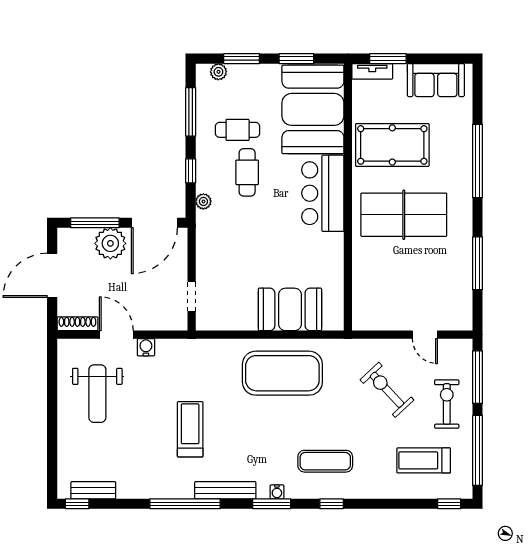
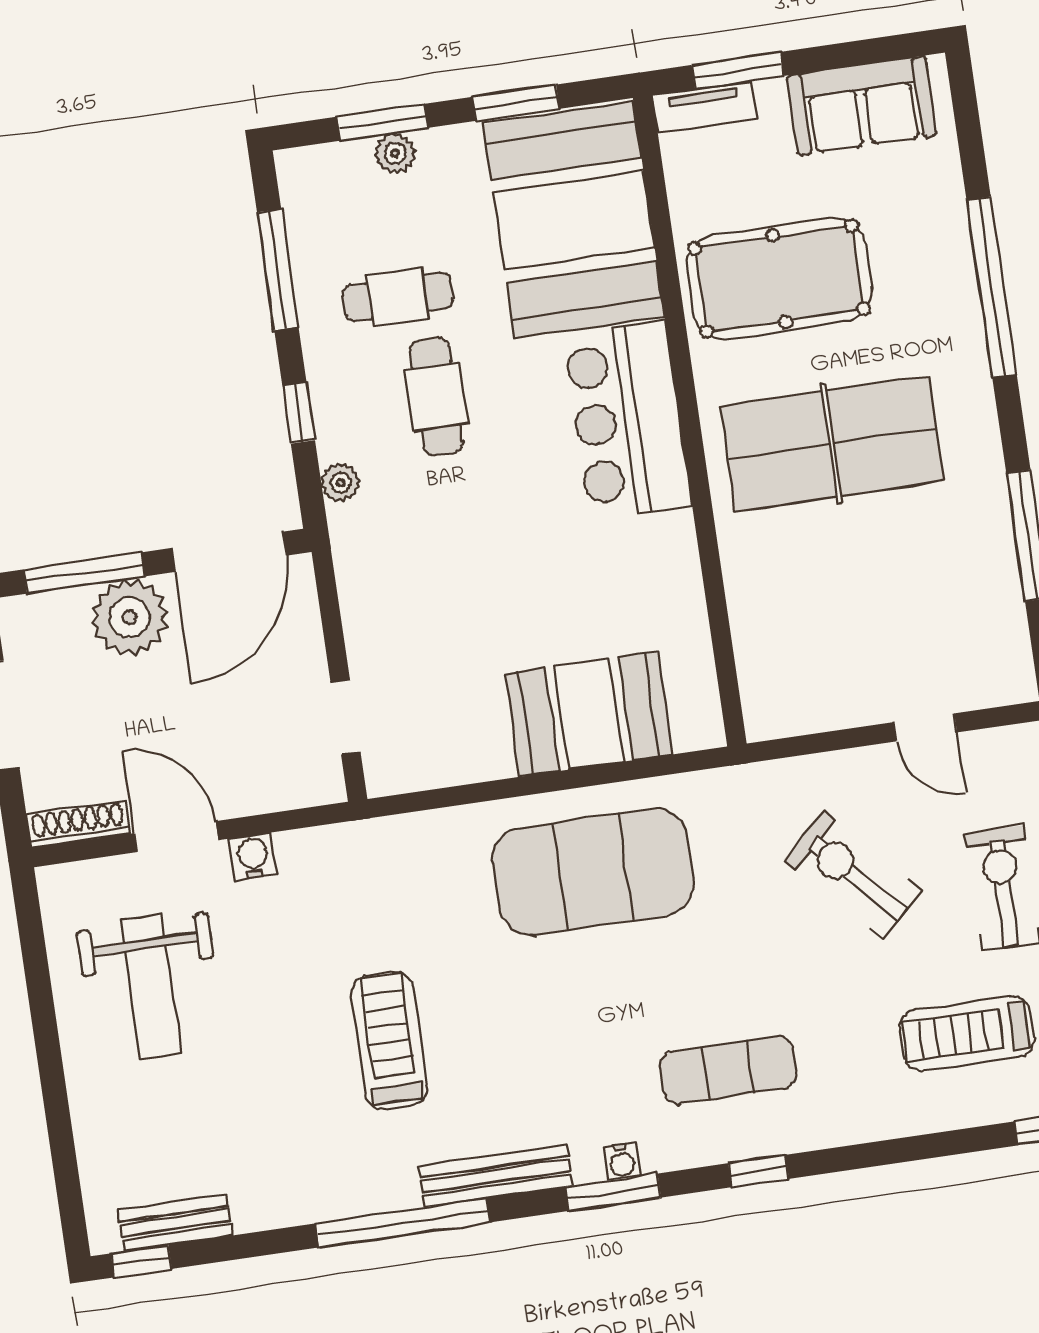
plant: (218, 72) -> (395, 153), moved

